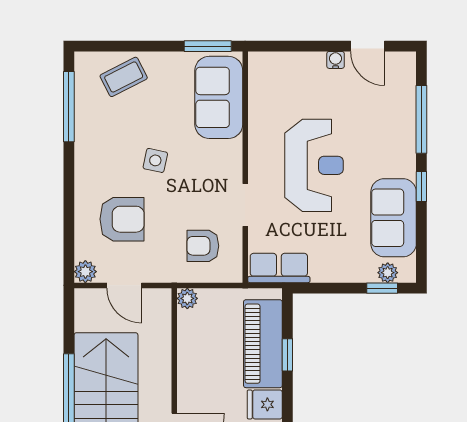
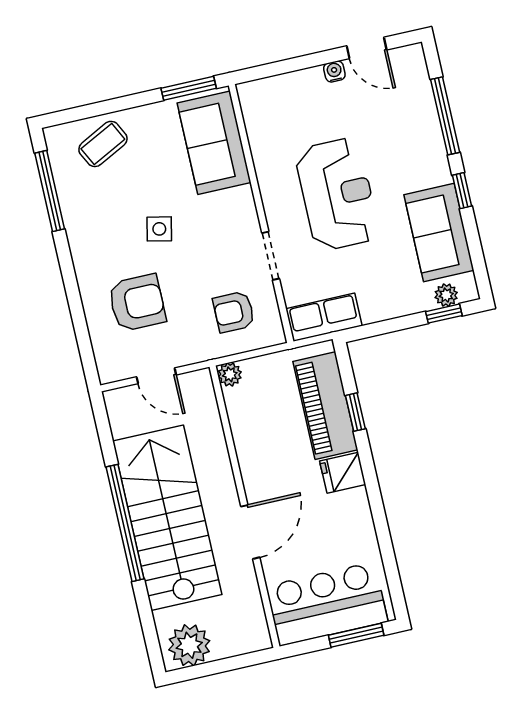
plant: (85, 272) -> (110, 370), removed

